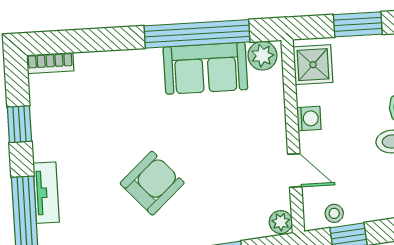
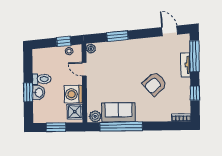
washing machine: (309, 118) -> (73, 94), width x1.89, depth x1.89
armchair: (152, 183) -> (155, 84), moved

